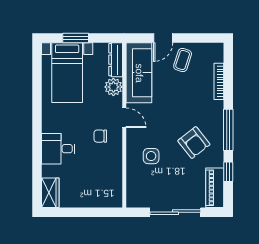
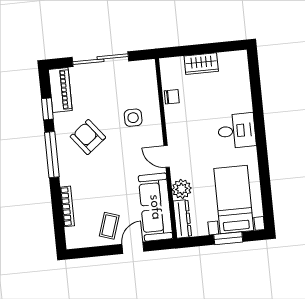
chair: (100, 136) -> (172, 97), moved
desk: (58, 149) -> (237, 131), moved
wardrobe: (50, 193) -> (201, 64), moved, turned -90

